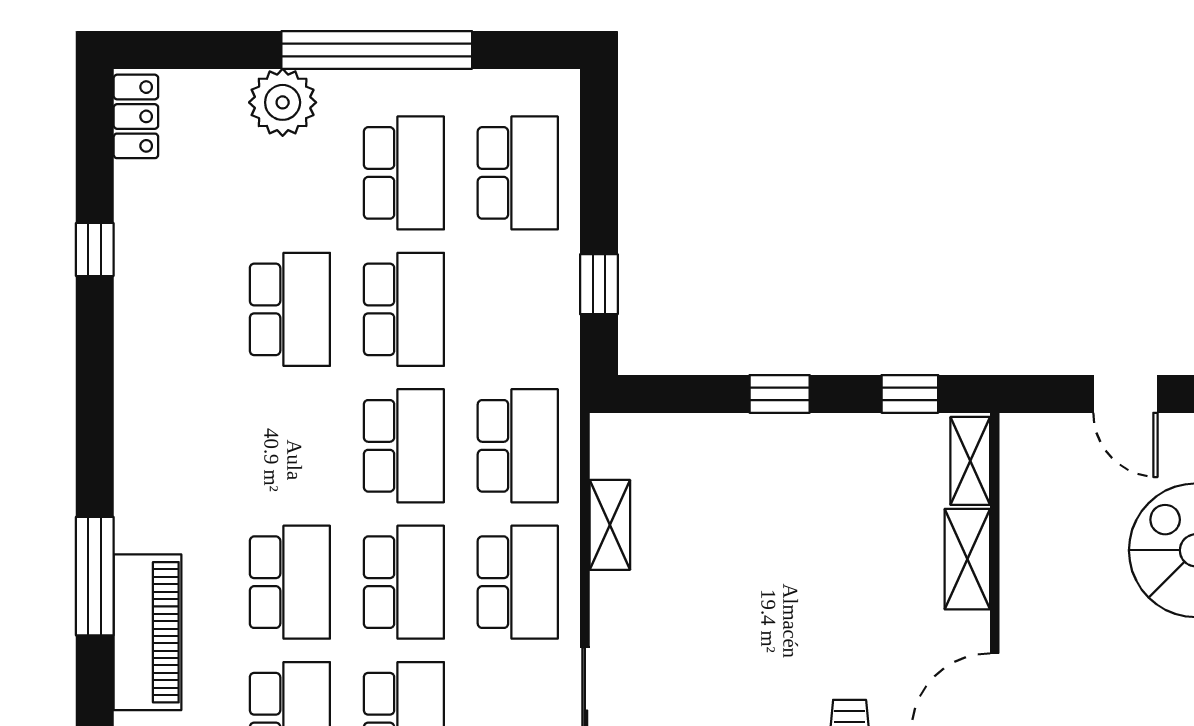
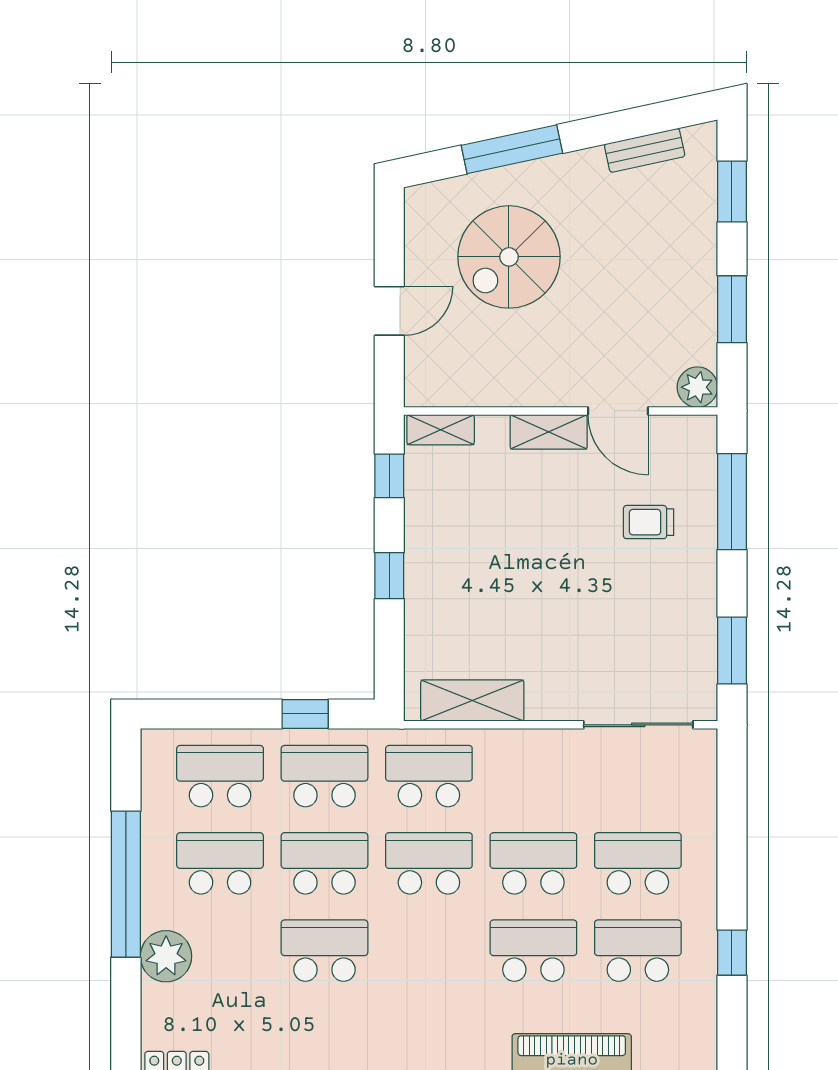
shelving: (610, 525) -> (472, 701), width x1.50, depth x1.33
shelving: (967, 559) -> (549, 432), moved
school desk: (518, 582) -> (324, 776), moved

